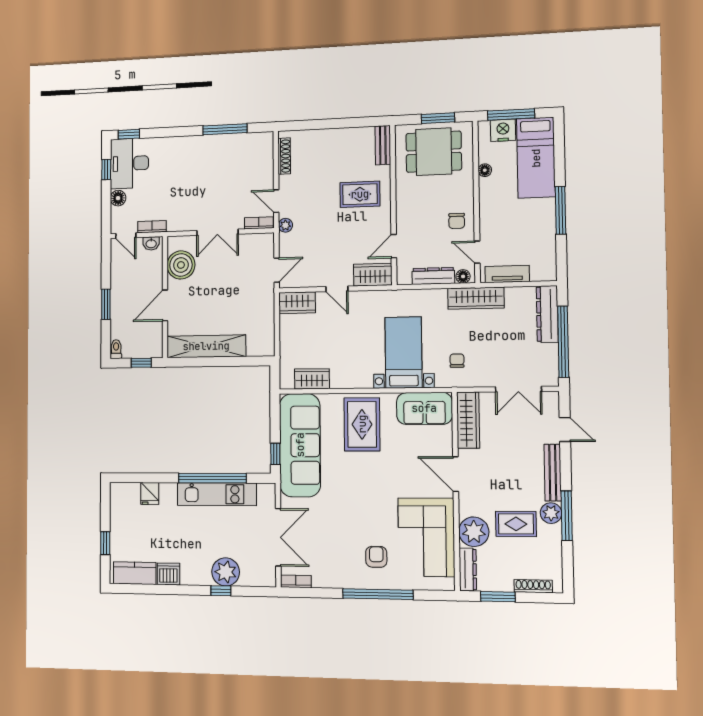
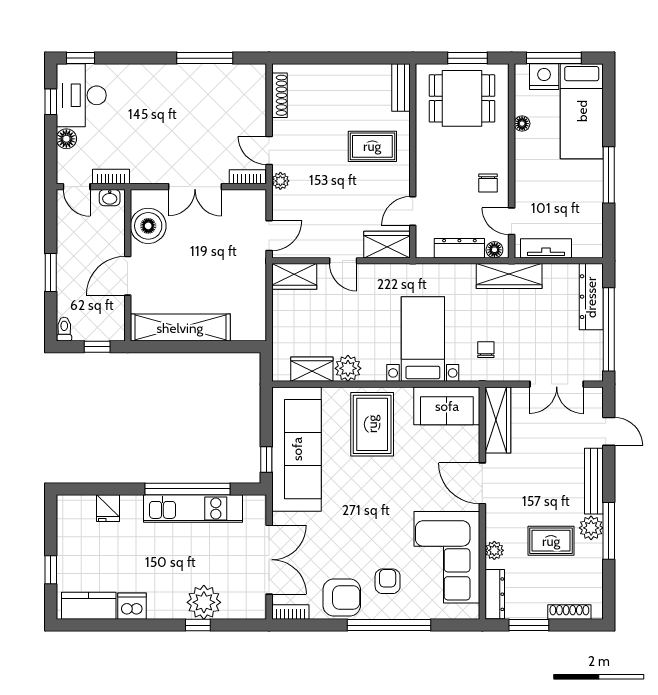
plant: (342, 378) -> (348, 368), added
plant: (474, 532) -> (494, 550), width x0.53, depth x0.53
armchair: (338, 570) -> (342, 598), added

